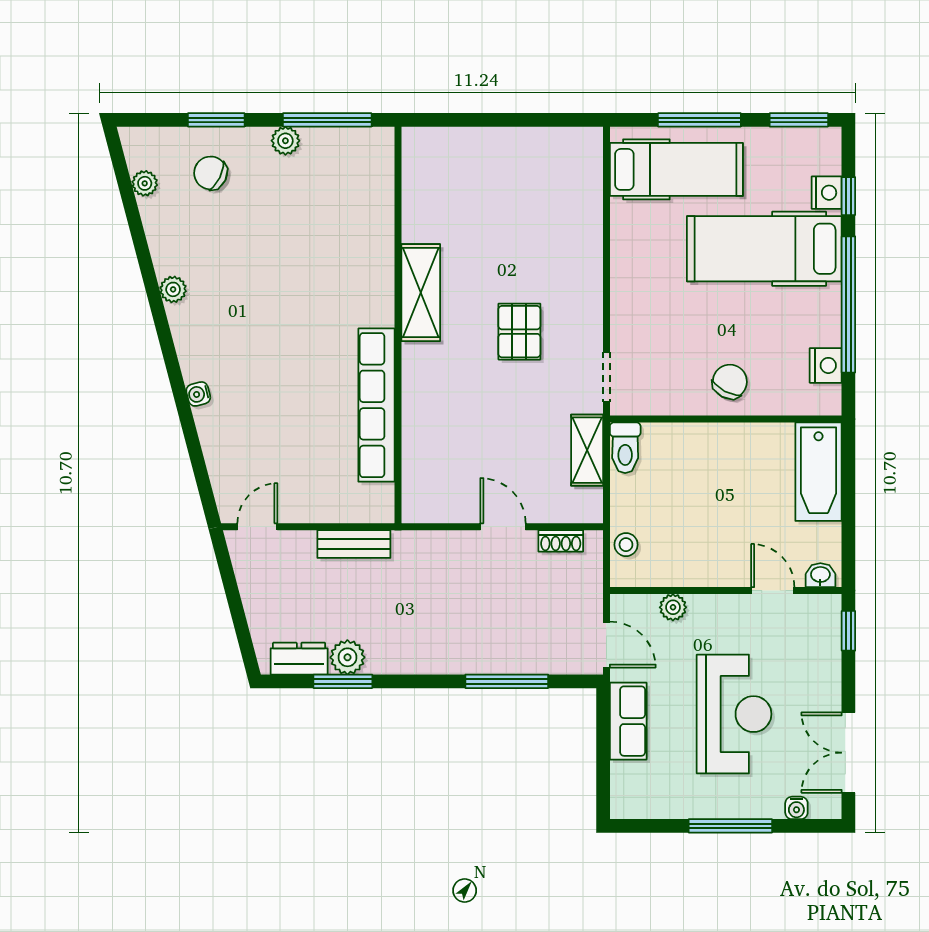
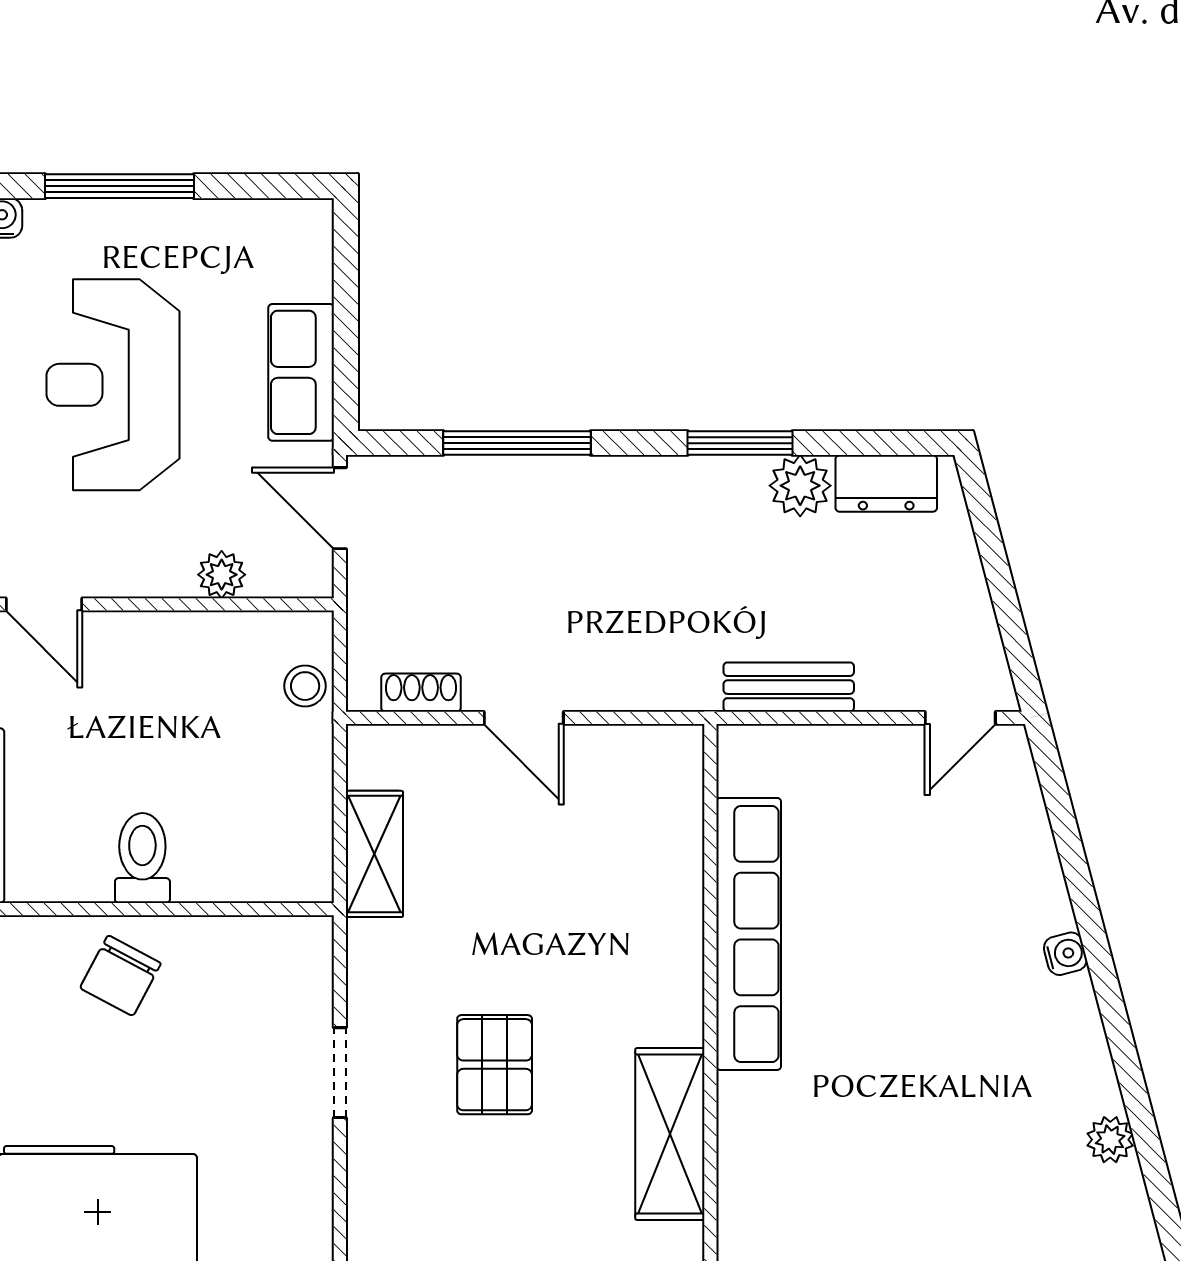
doorway: (606, 377) -> (340, 1073), moved
toilet: (625, 448) -> (142, 858), moved
window: (343, 681) -> (740, 443), moved

